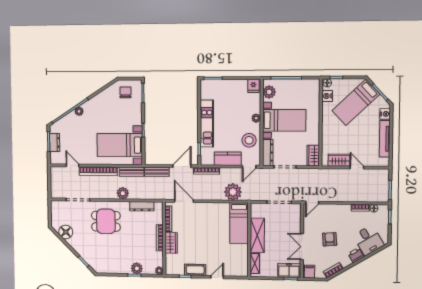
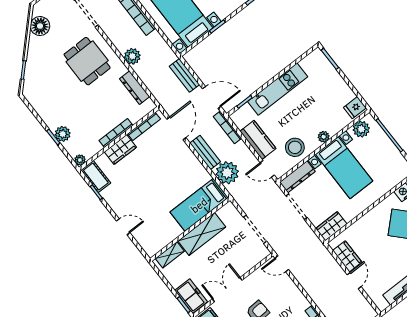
bench: (132, 172) -> (205, 152), moved
cot: (195, 270) -> (96, 176), moved

